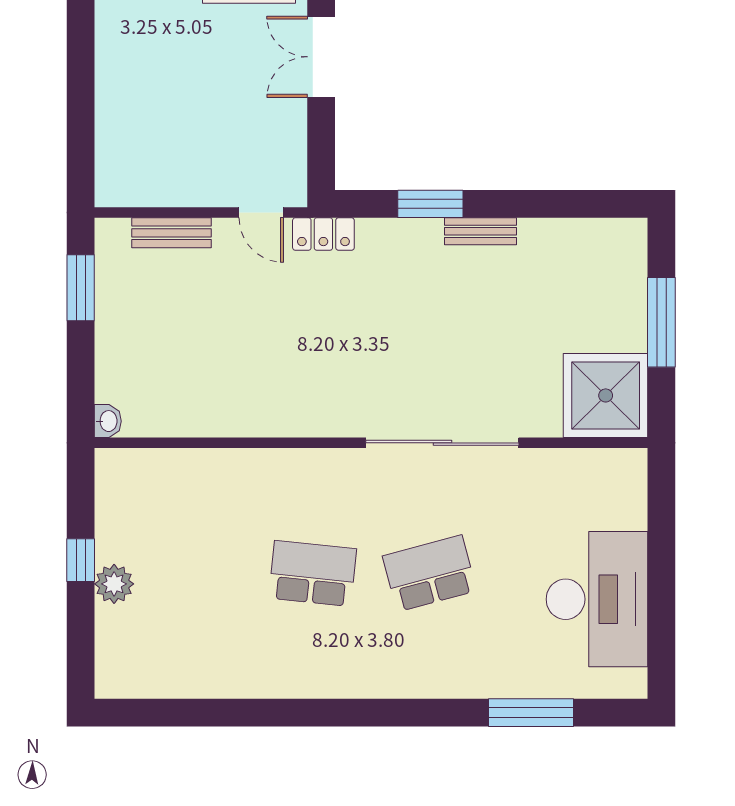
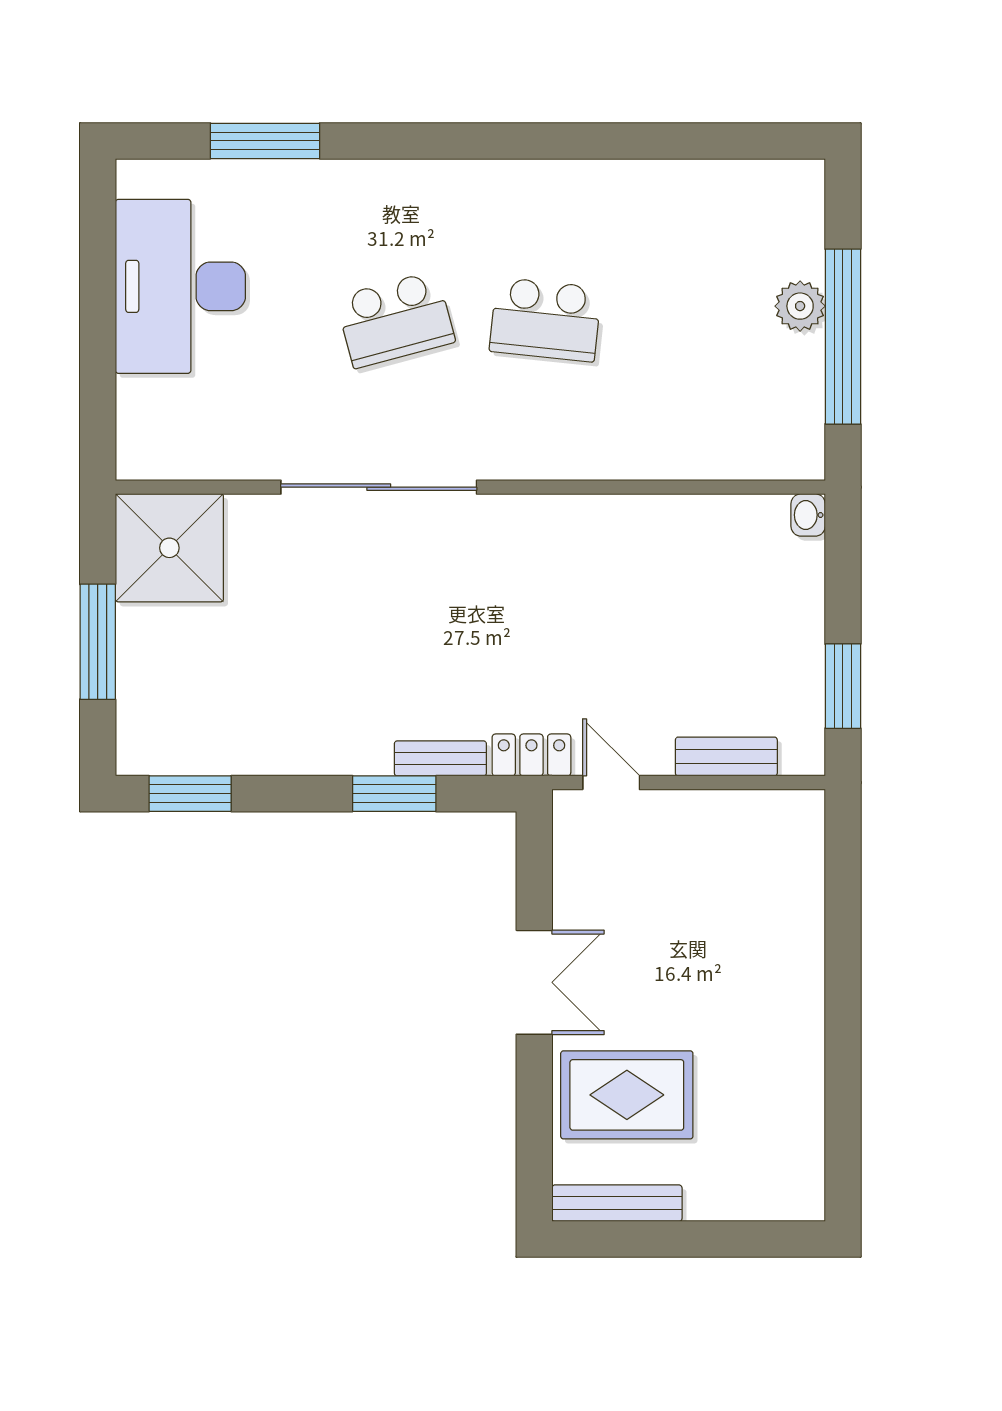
window: (589, 204) -> (190, 794), added
bench: (481, 231) -> (440, 758), moved
window: (81, 560) -> (843, 337), width x3.17

